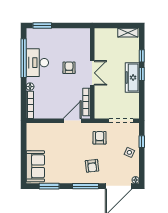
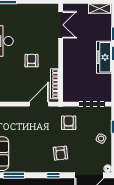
armchair: (69, 68) -> (31, 61), moved
double door: (92, 73) -> (61, 25), moved
window: (86, 186) -> (53, 175), width x0.46

